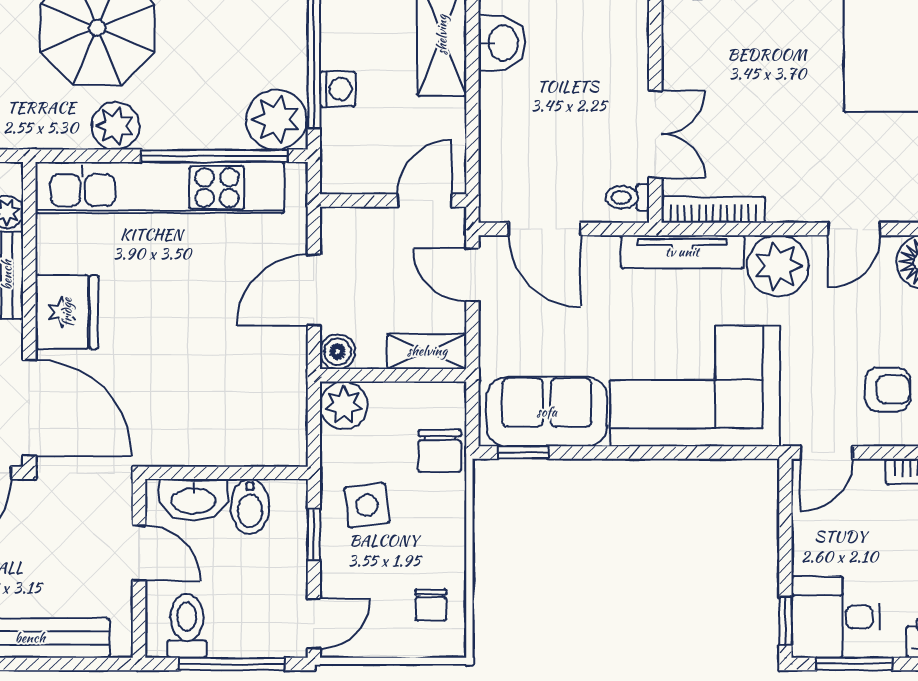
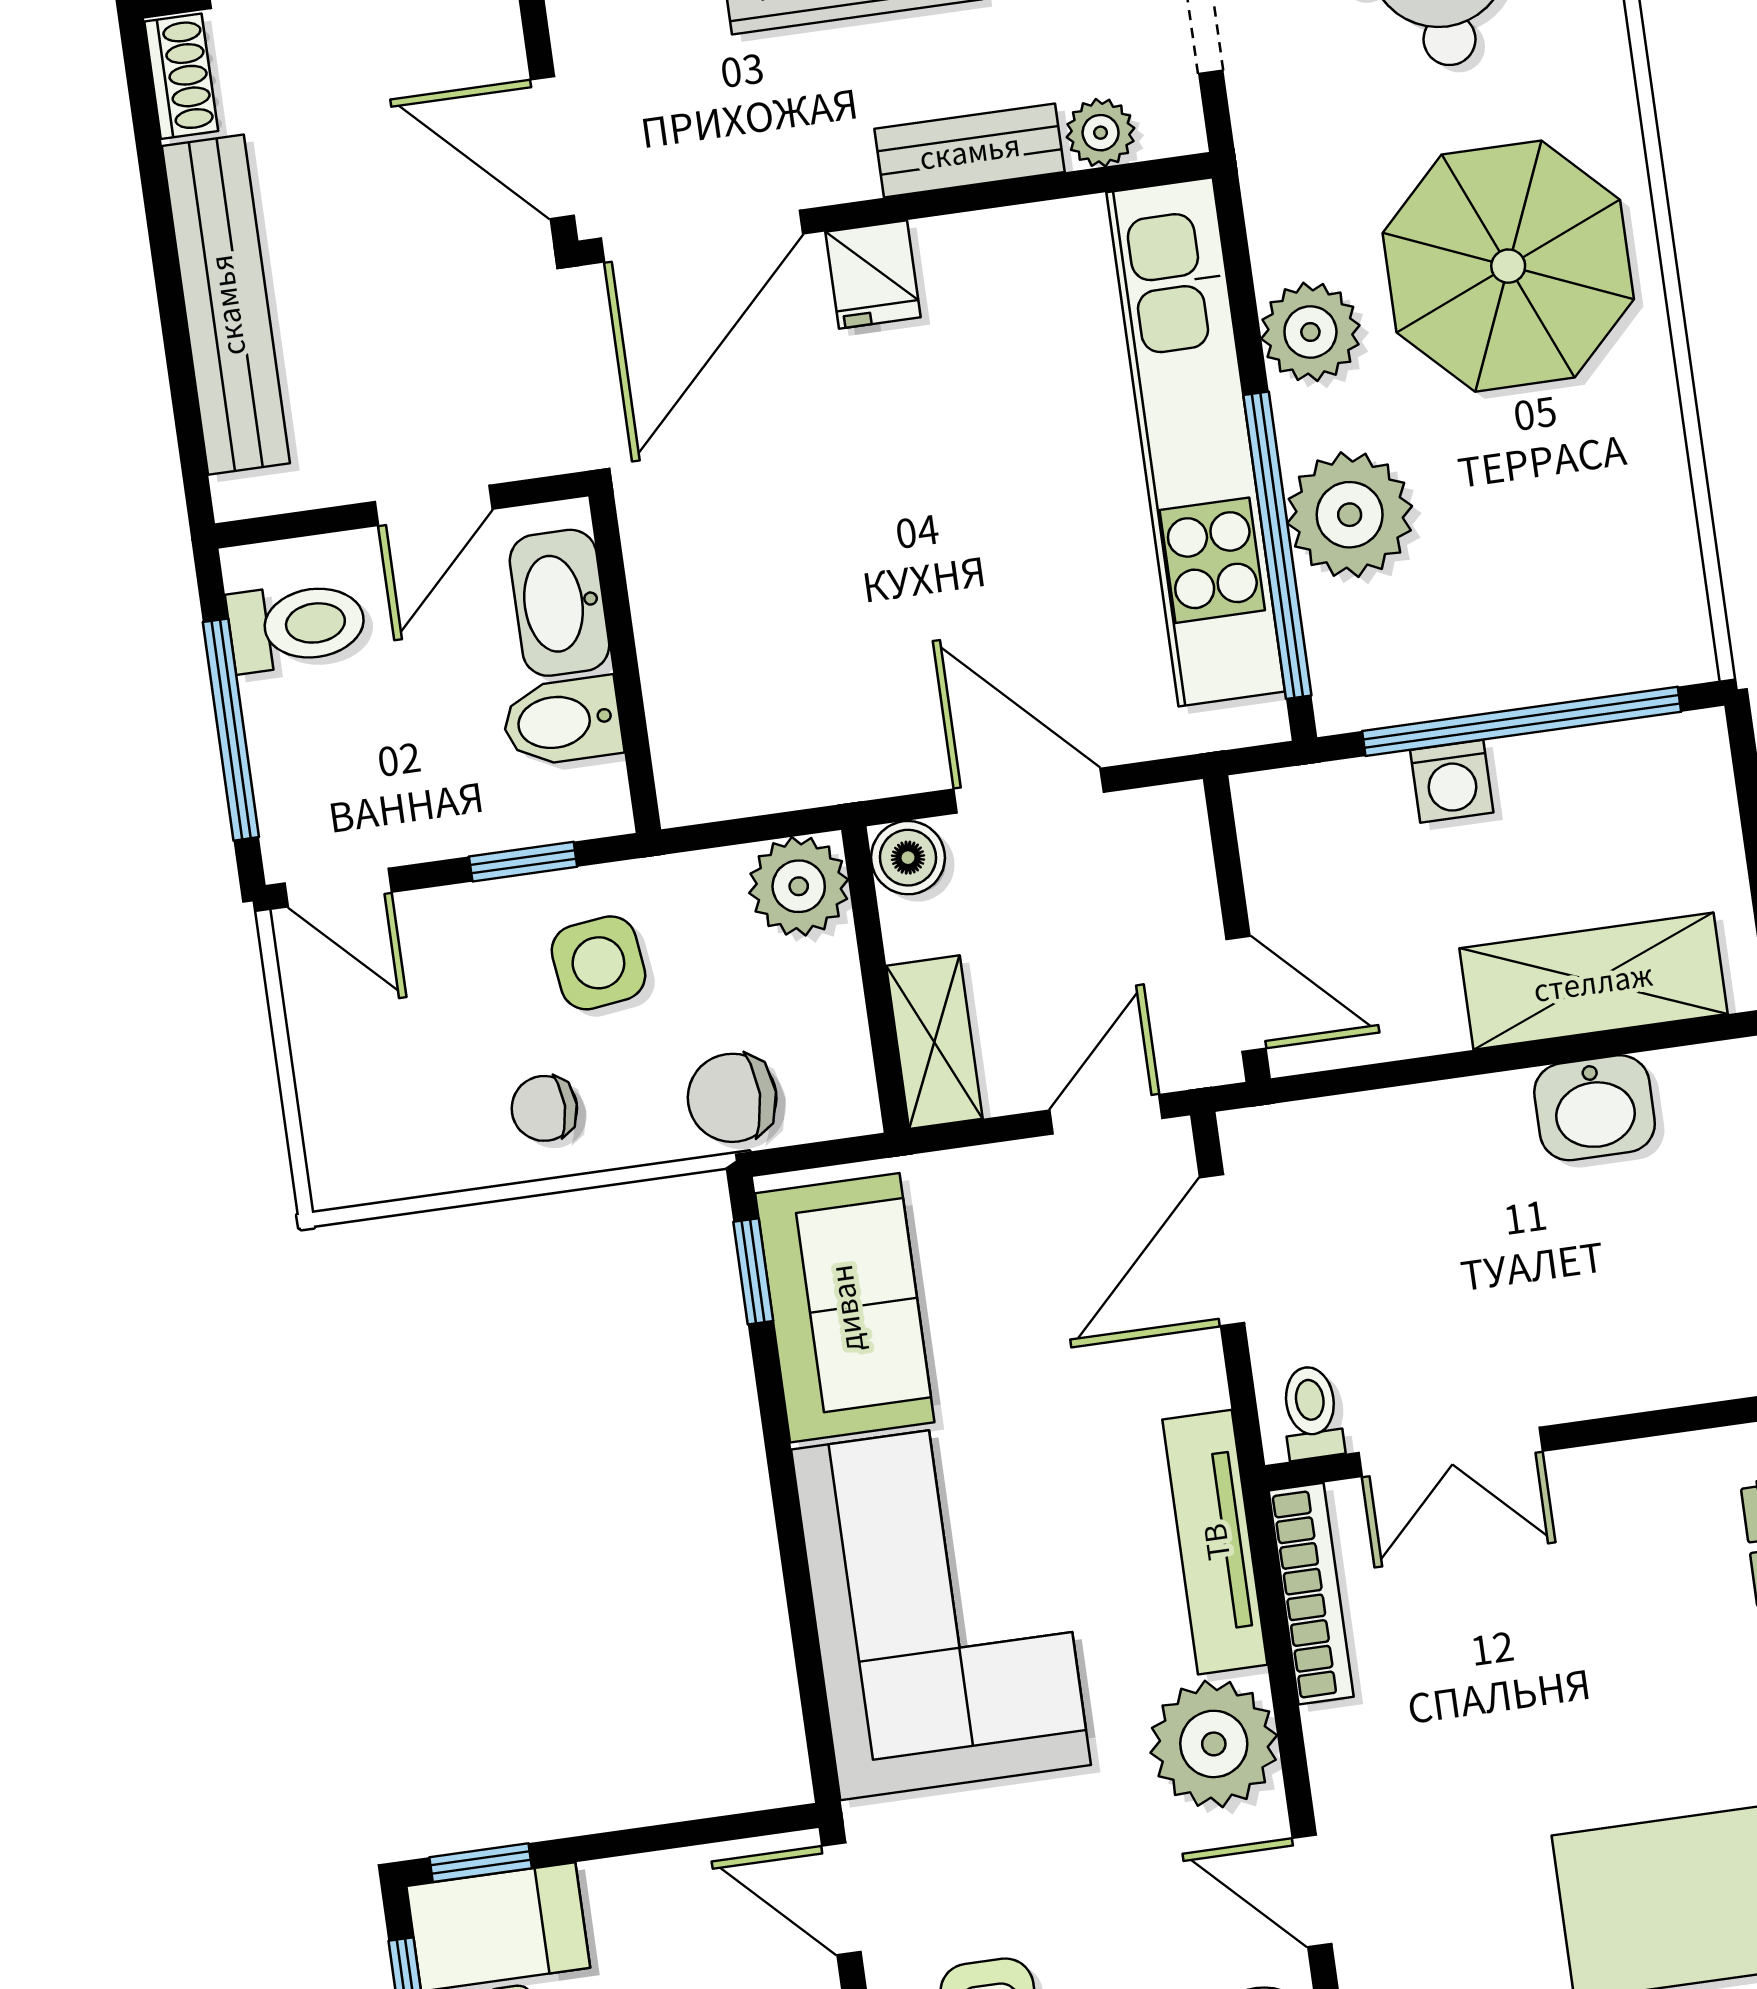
plant: (276, 120) -> (1350, 515), moved
fridge: (67, 312) -> (873, 274), width x0.53, depth x0.75
chair: (431, 605) -> (544, 1108), moved

